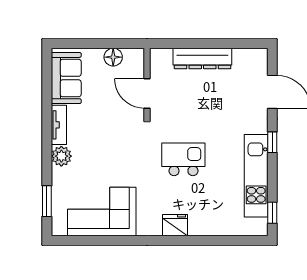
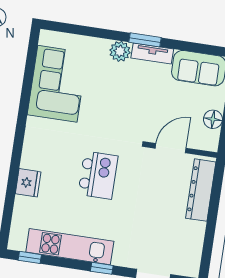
dresser: (202, 58) -> (201, 190), moved
window: (47, 201) -> (145, 40), moved
fridge: (175, 225) -> (28, 183), moved

